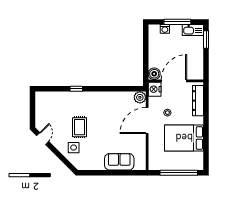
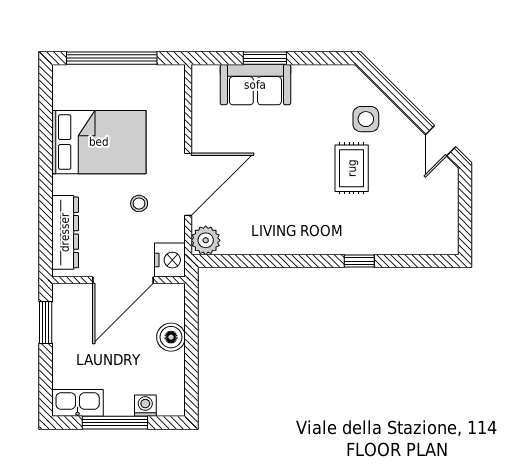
window: (206, 40) -> (46, 323), moved
boiler: (154, 74) -> (171, 337), moved
window: (115, 173) -> (265, 58), added

